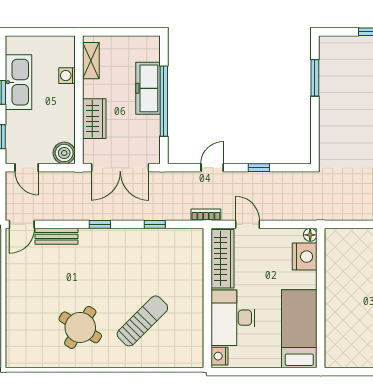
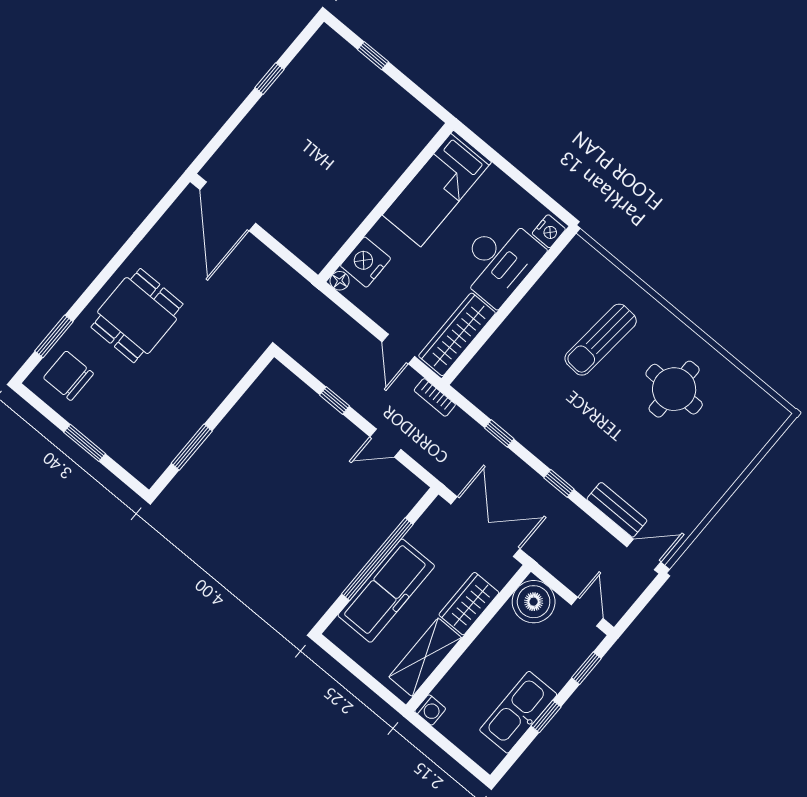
shelving: (91, 61) -> (425, 657), width x1.50, depth x1.33
washing machine: (67, 76) -> (430, 710), moved
freezer: (148, 88) -> (386, 591), width x1.36, depth x1.26
boiler: (64, 153) -> (534, 602), width x1.37, depth x1.37
sun lounger: (142, 321) -> (601, 340), turned -40
round table: (80, 327) -> (674, 389), turned -32

